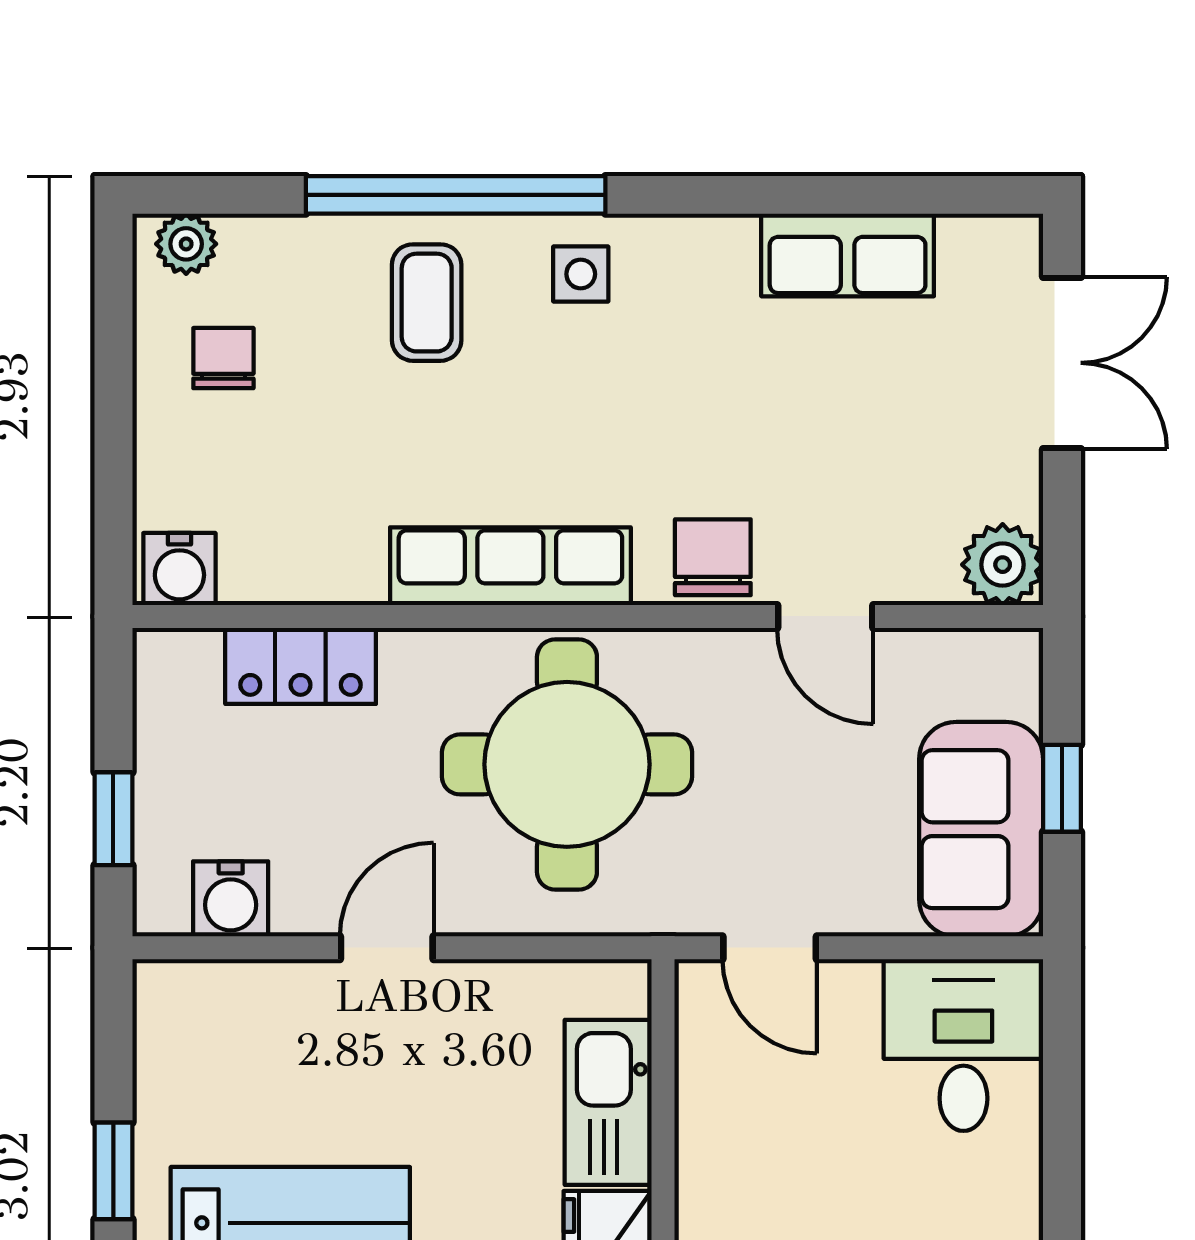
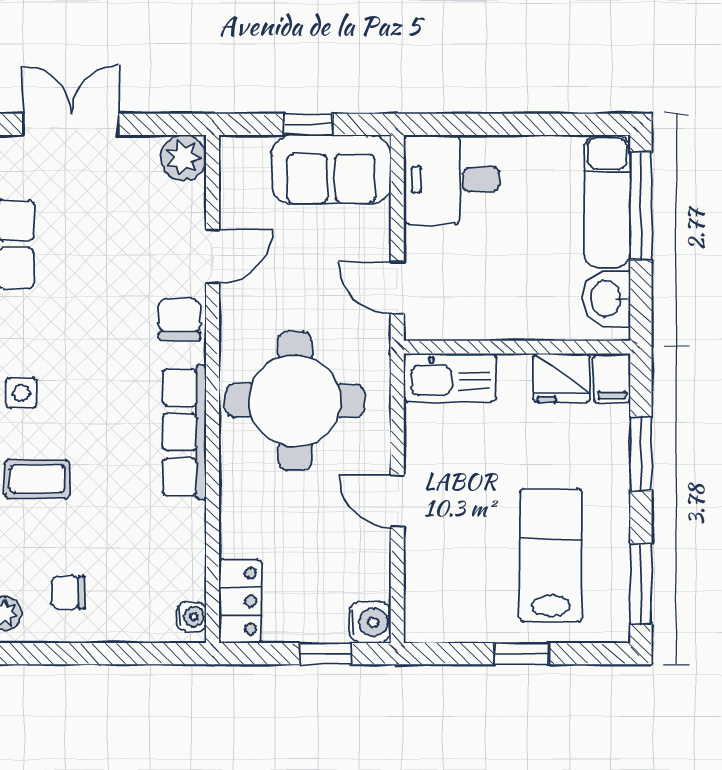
chair: (713, 557) -> (179, 319), turned 90
water cooler: (179, 569) -> (192, 617), width x0.72, depth x0.72
locker: (301, 666) -> (240, 601), moved
water cooler: (231, 899) -> (370, 622), moved
door: (770, 948) -> (397, 288), swing flipped
kitchen sink: (608, 1102) -> (450, 378), moved

